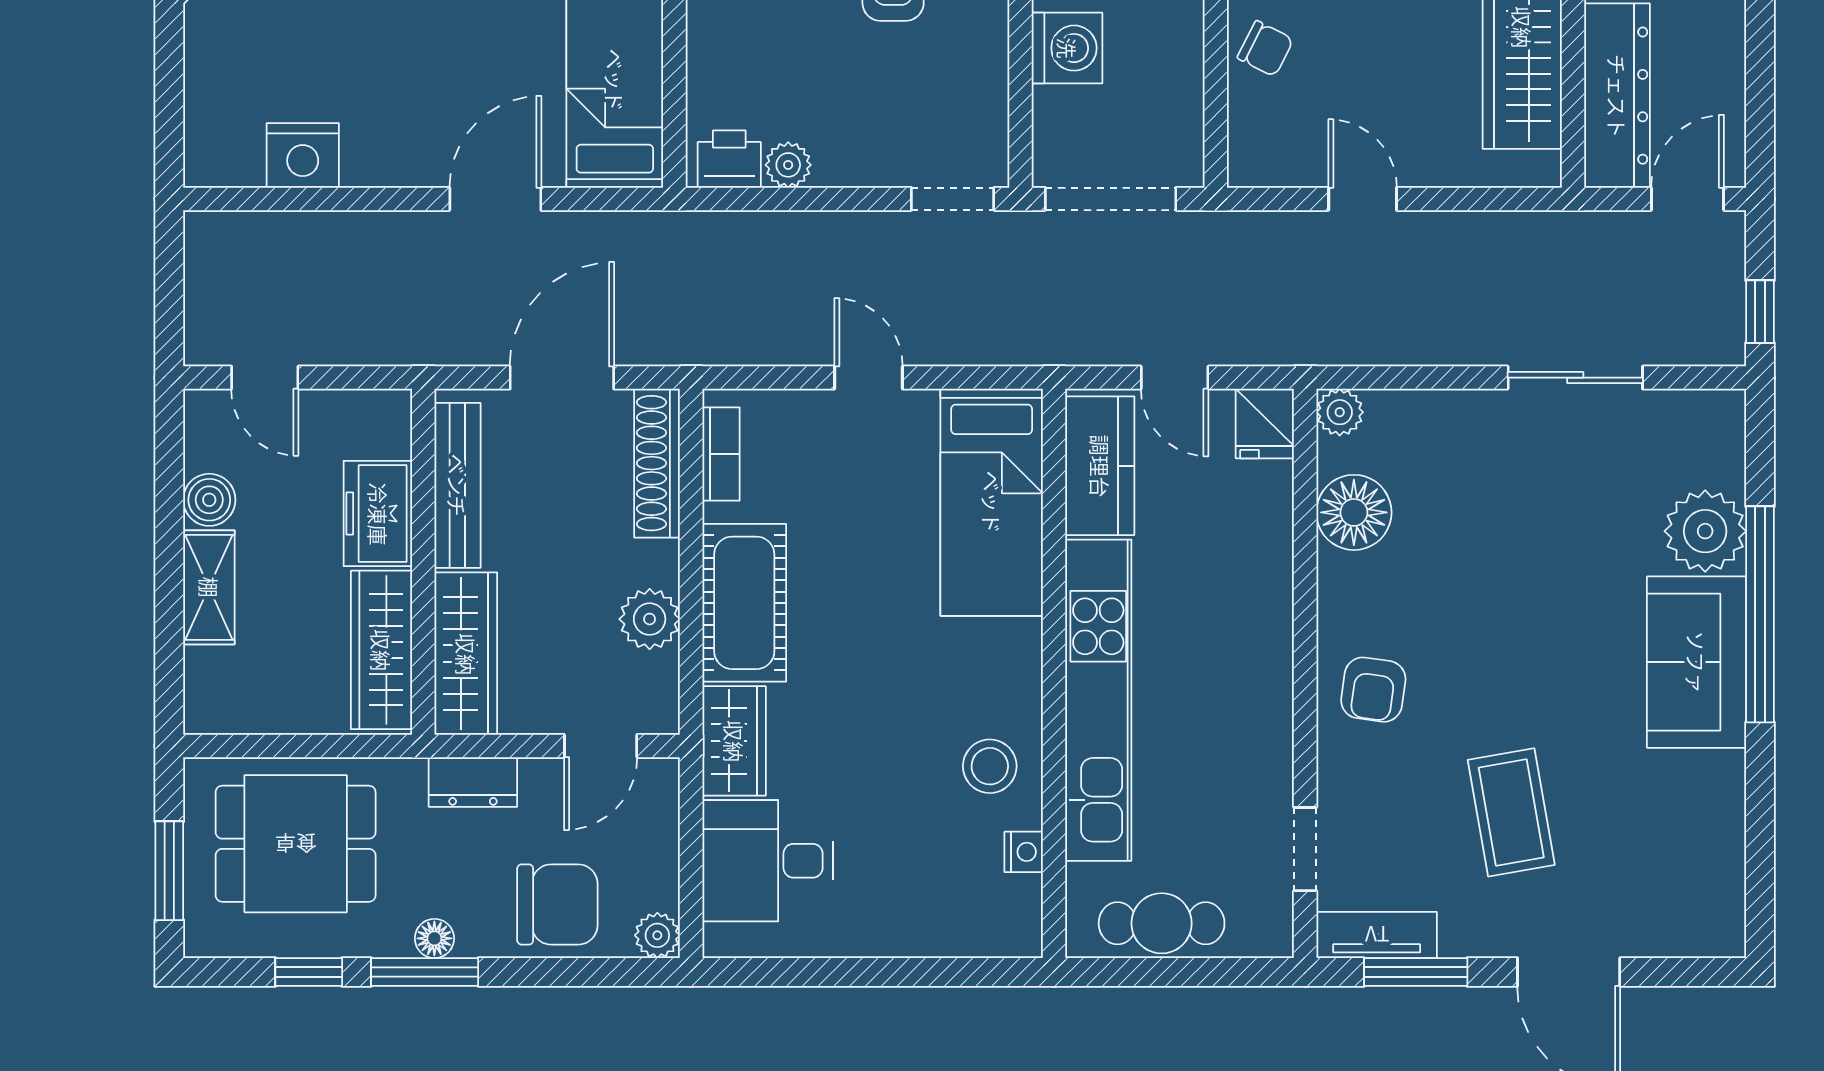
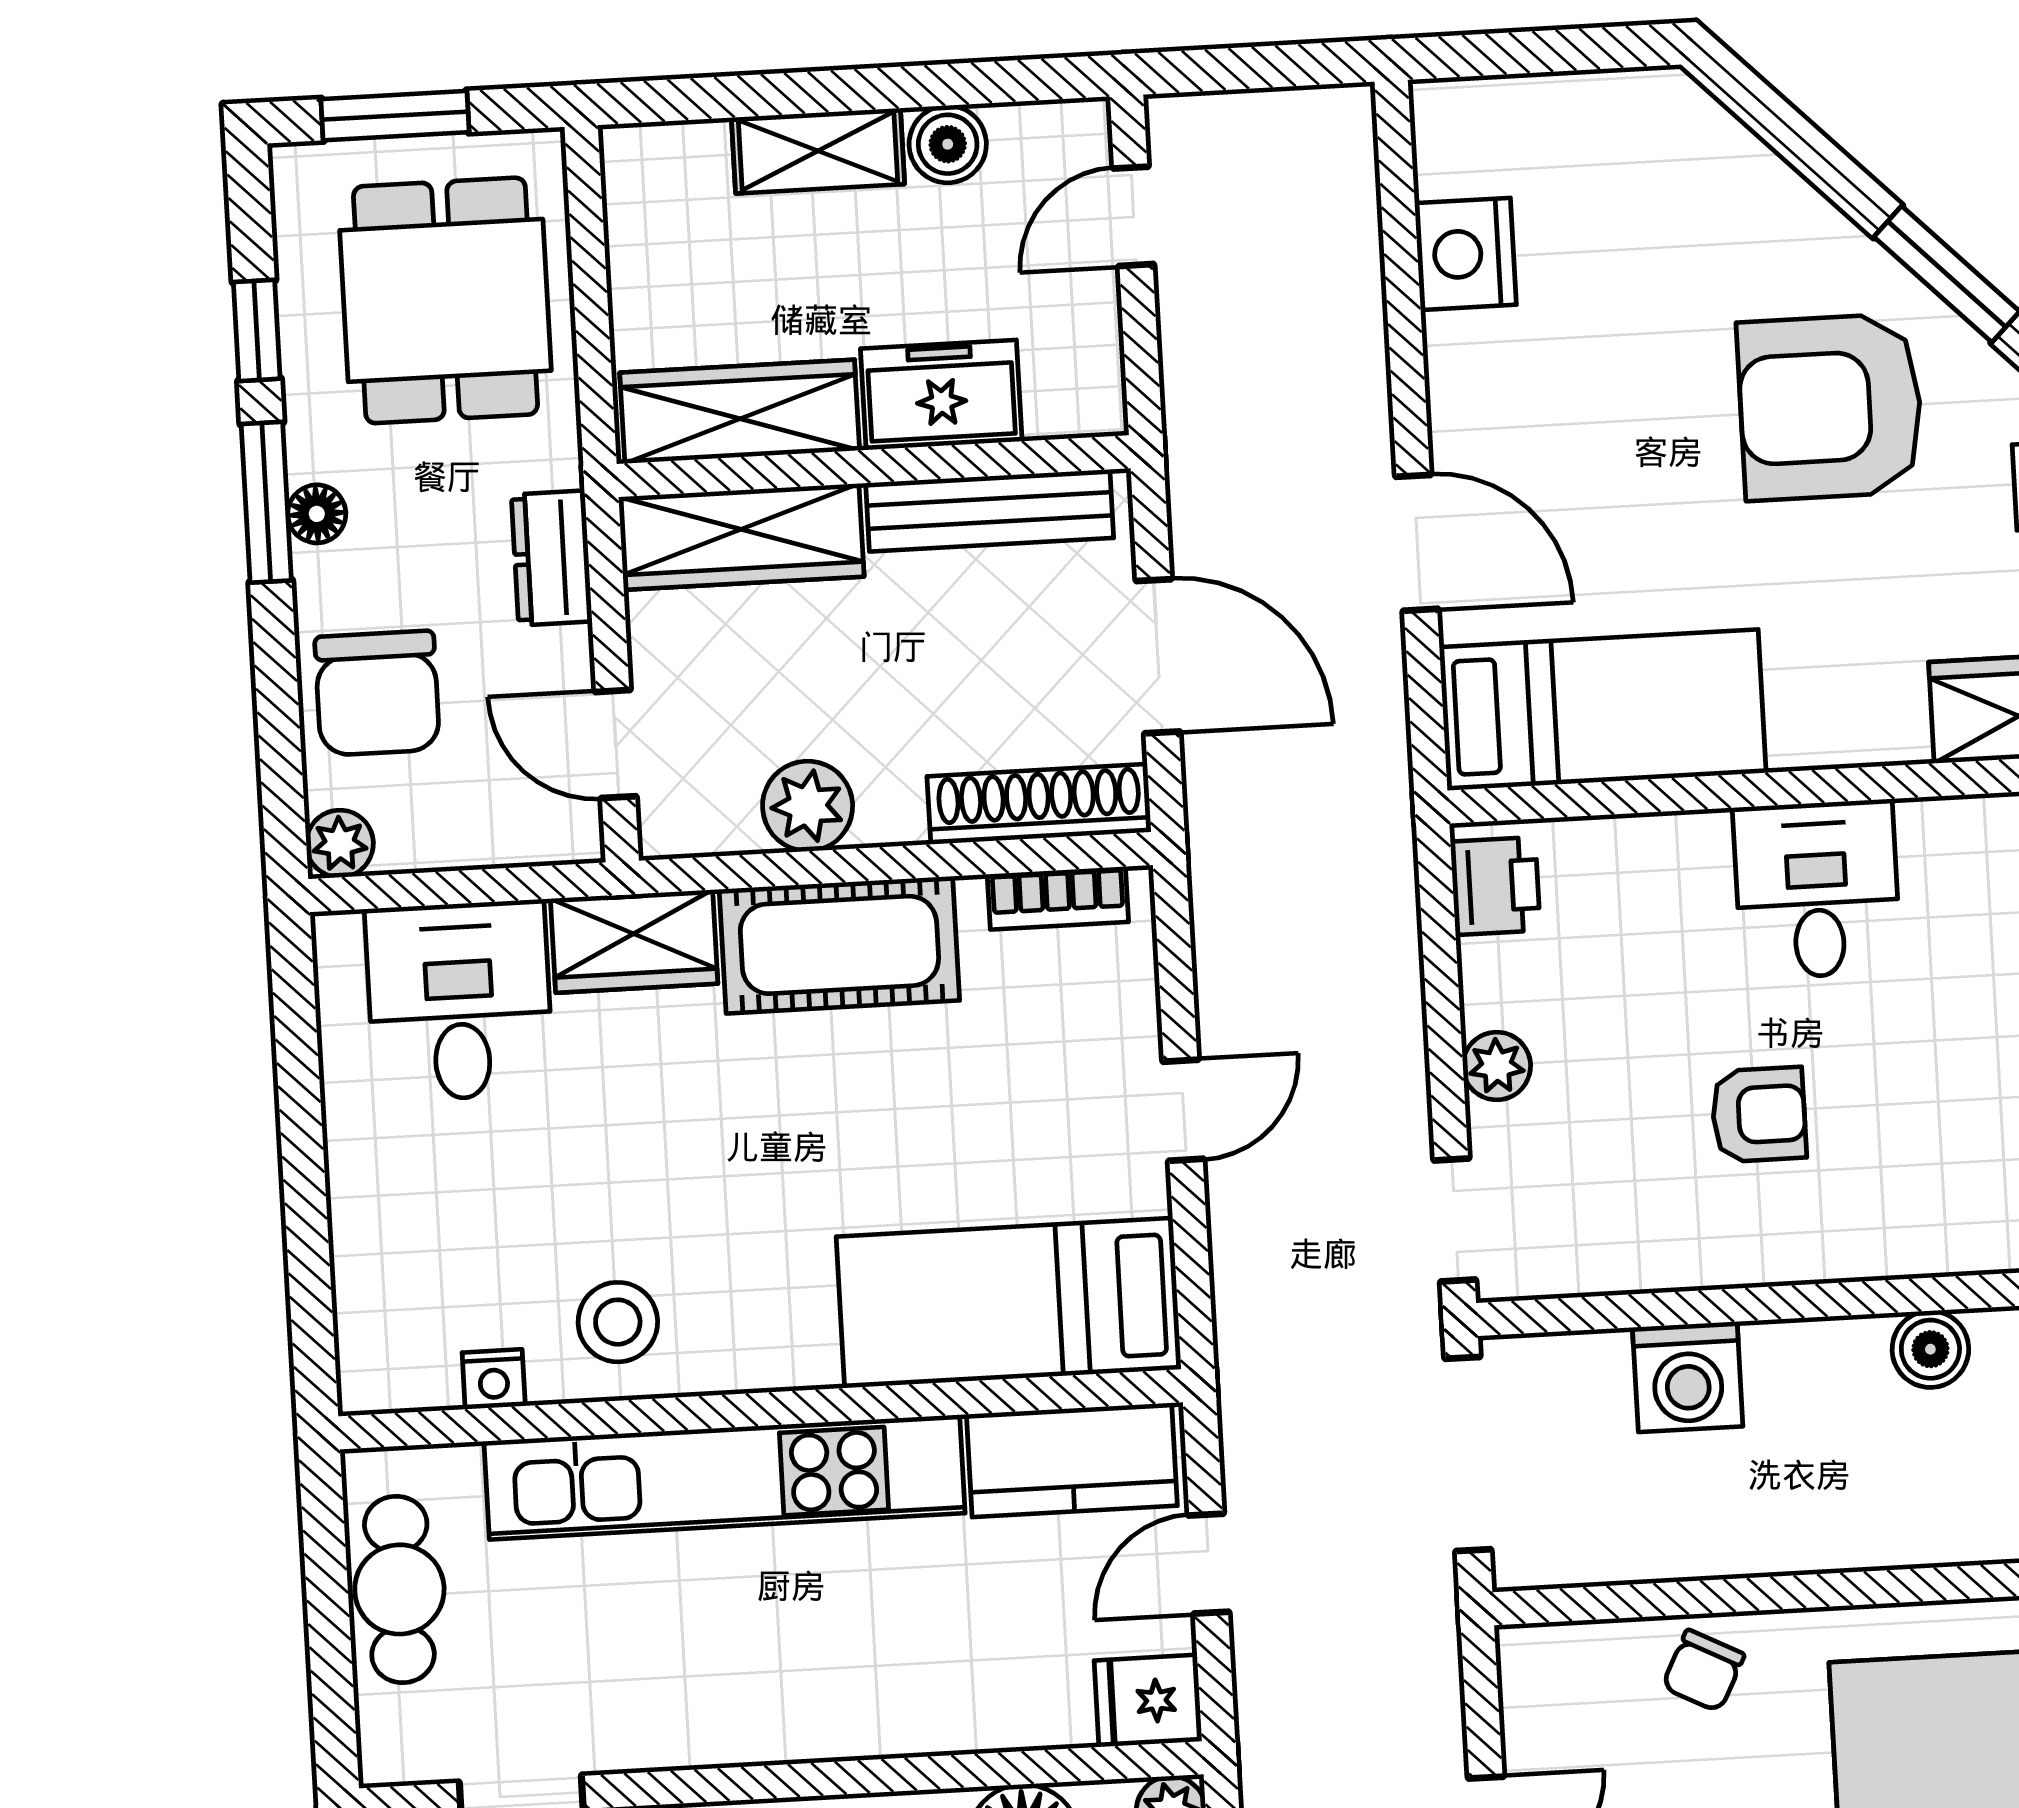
plant: (788, 165) -> (1497, 1066), moved

